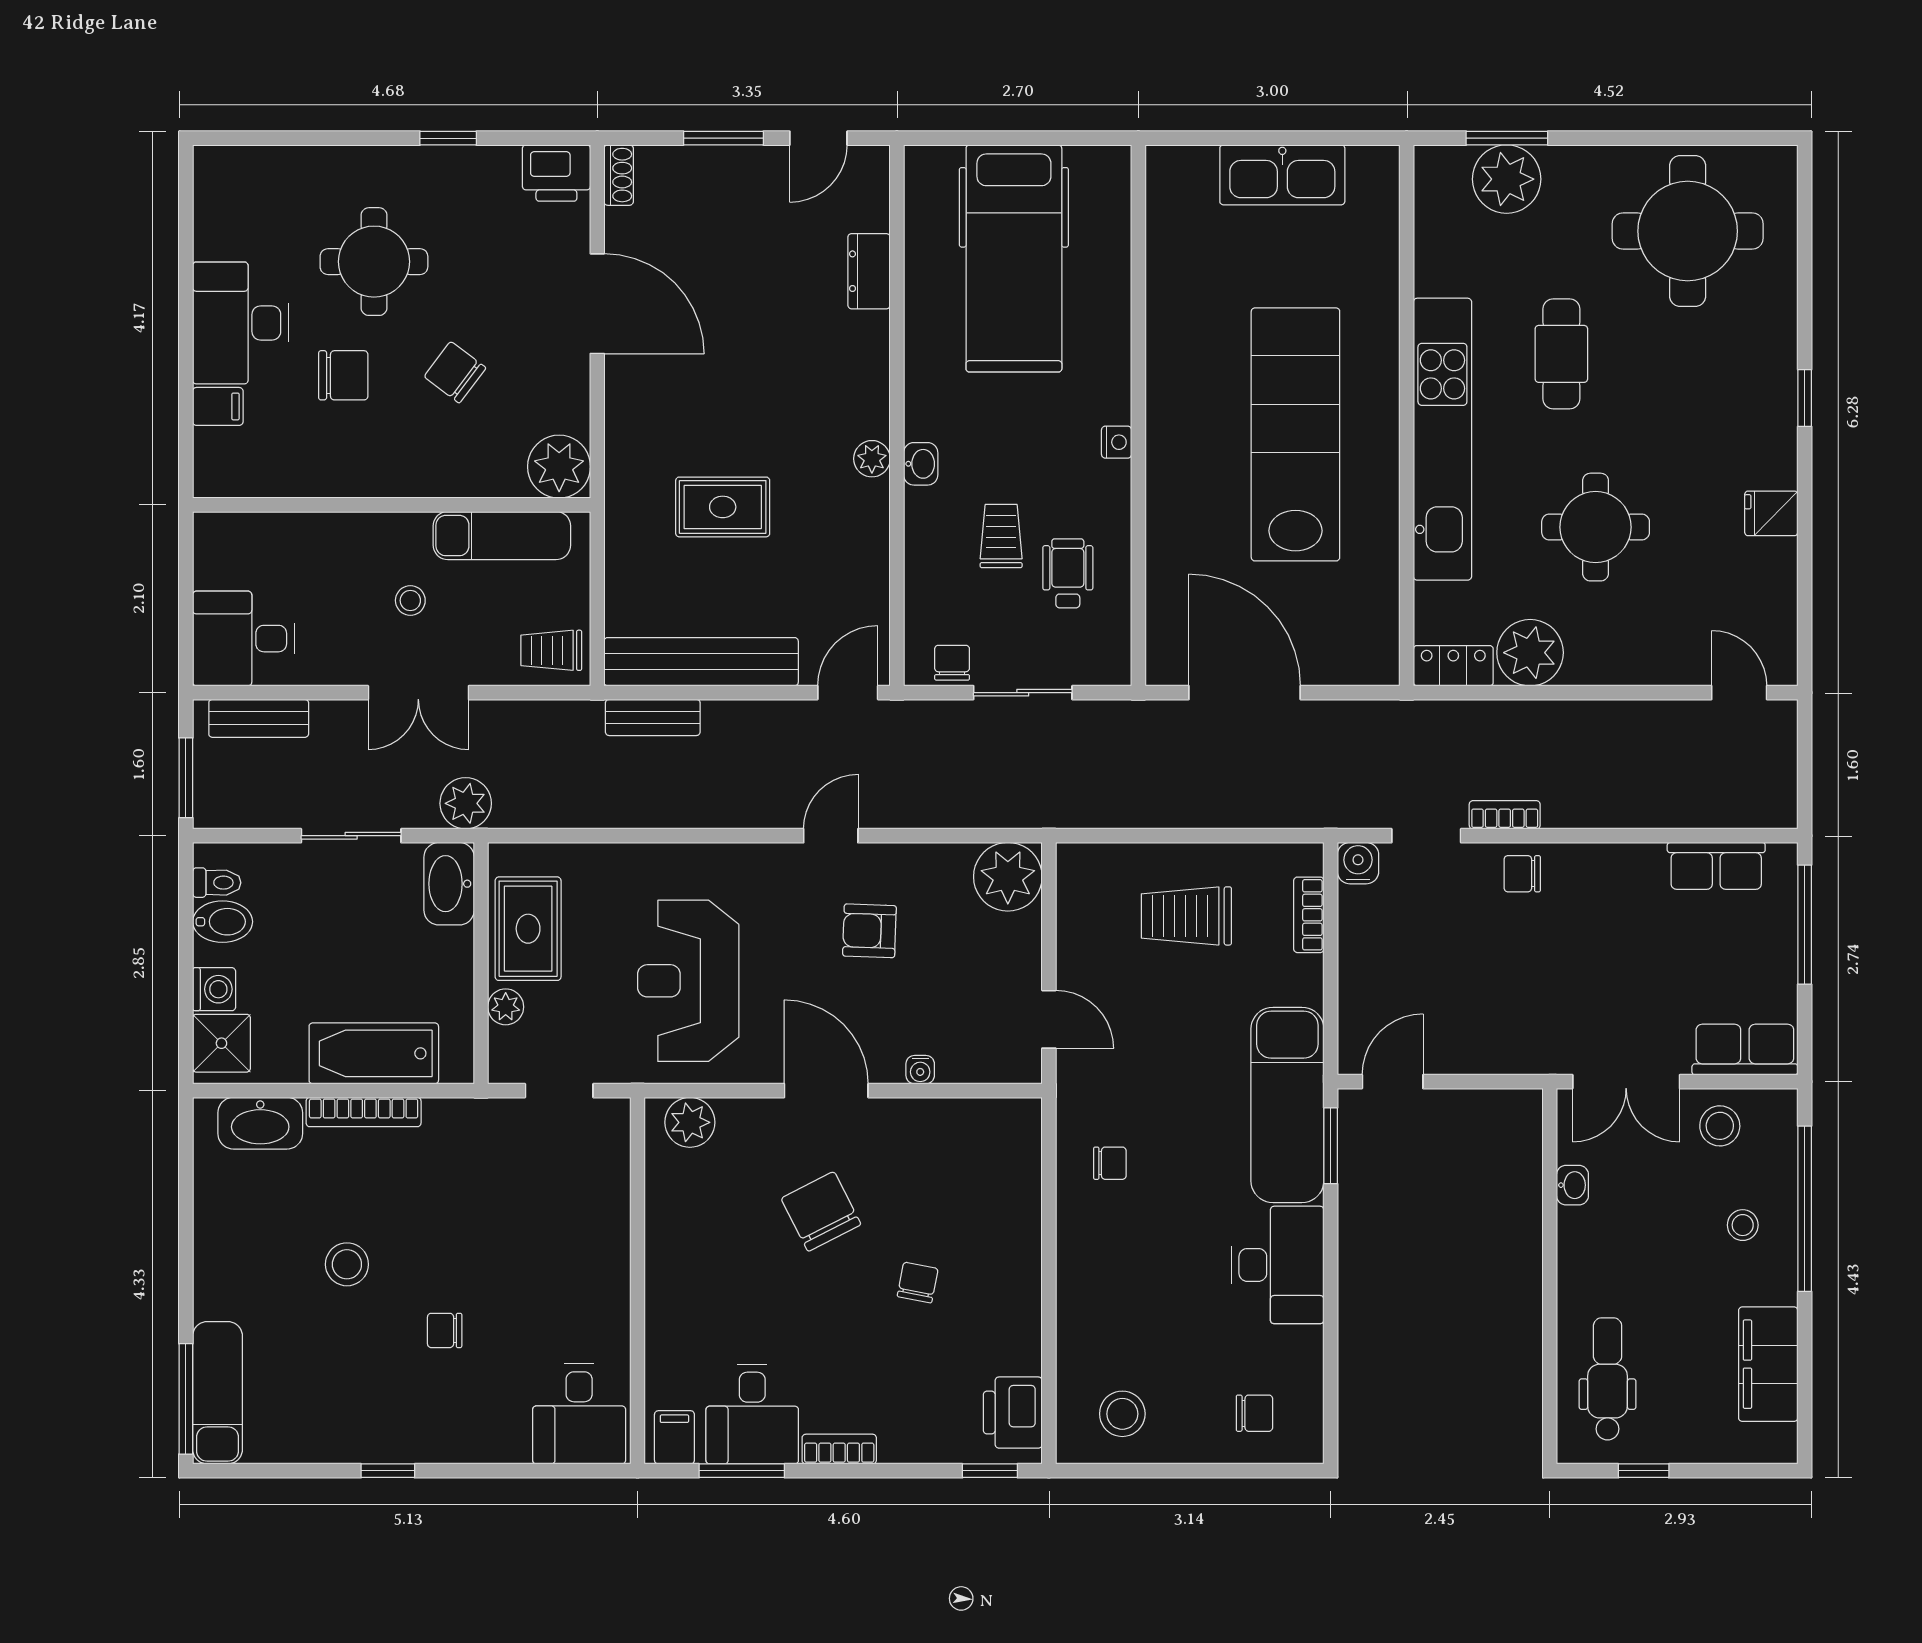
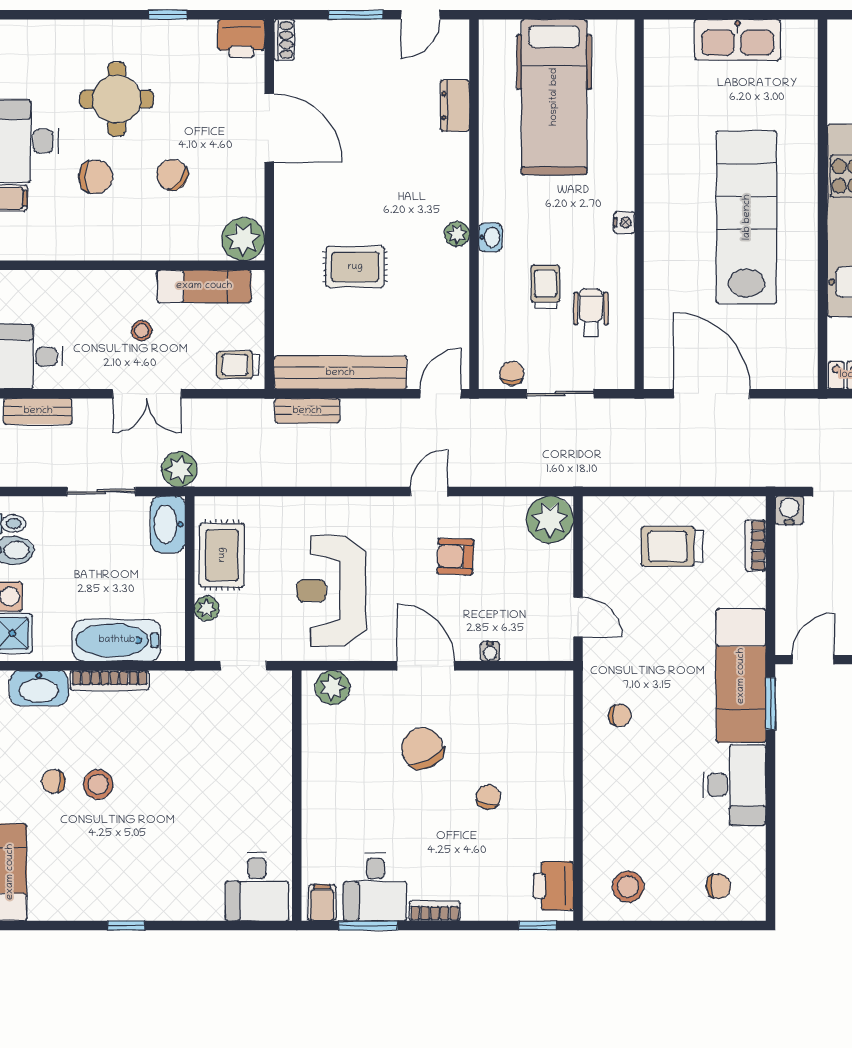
chair: (445, 1330) -> (53, 781), moved

